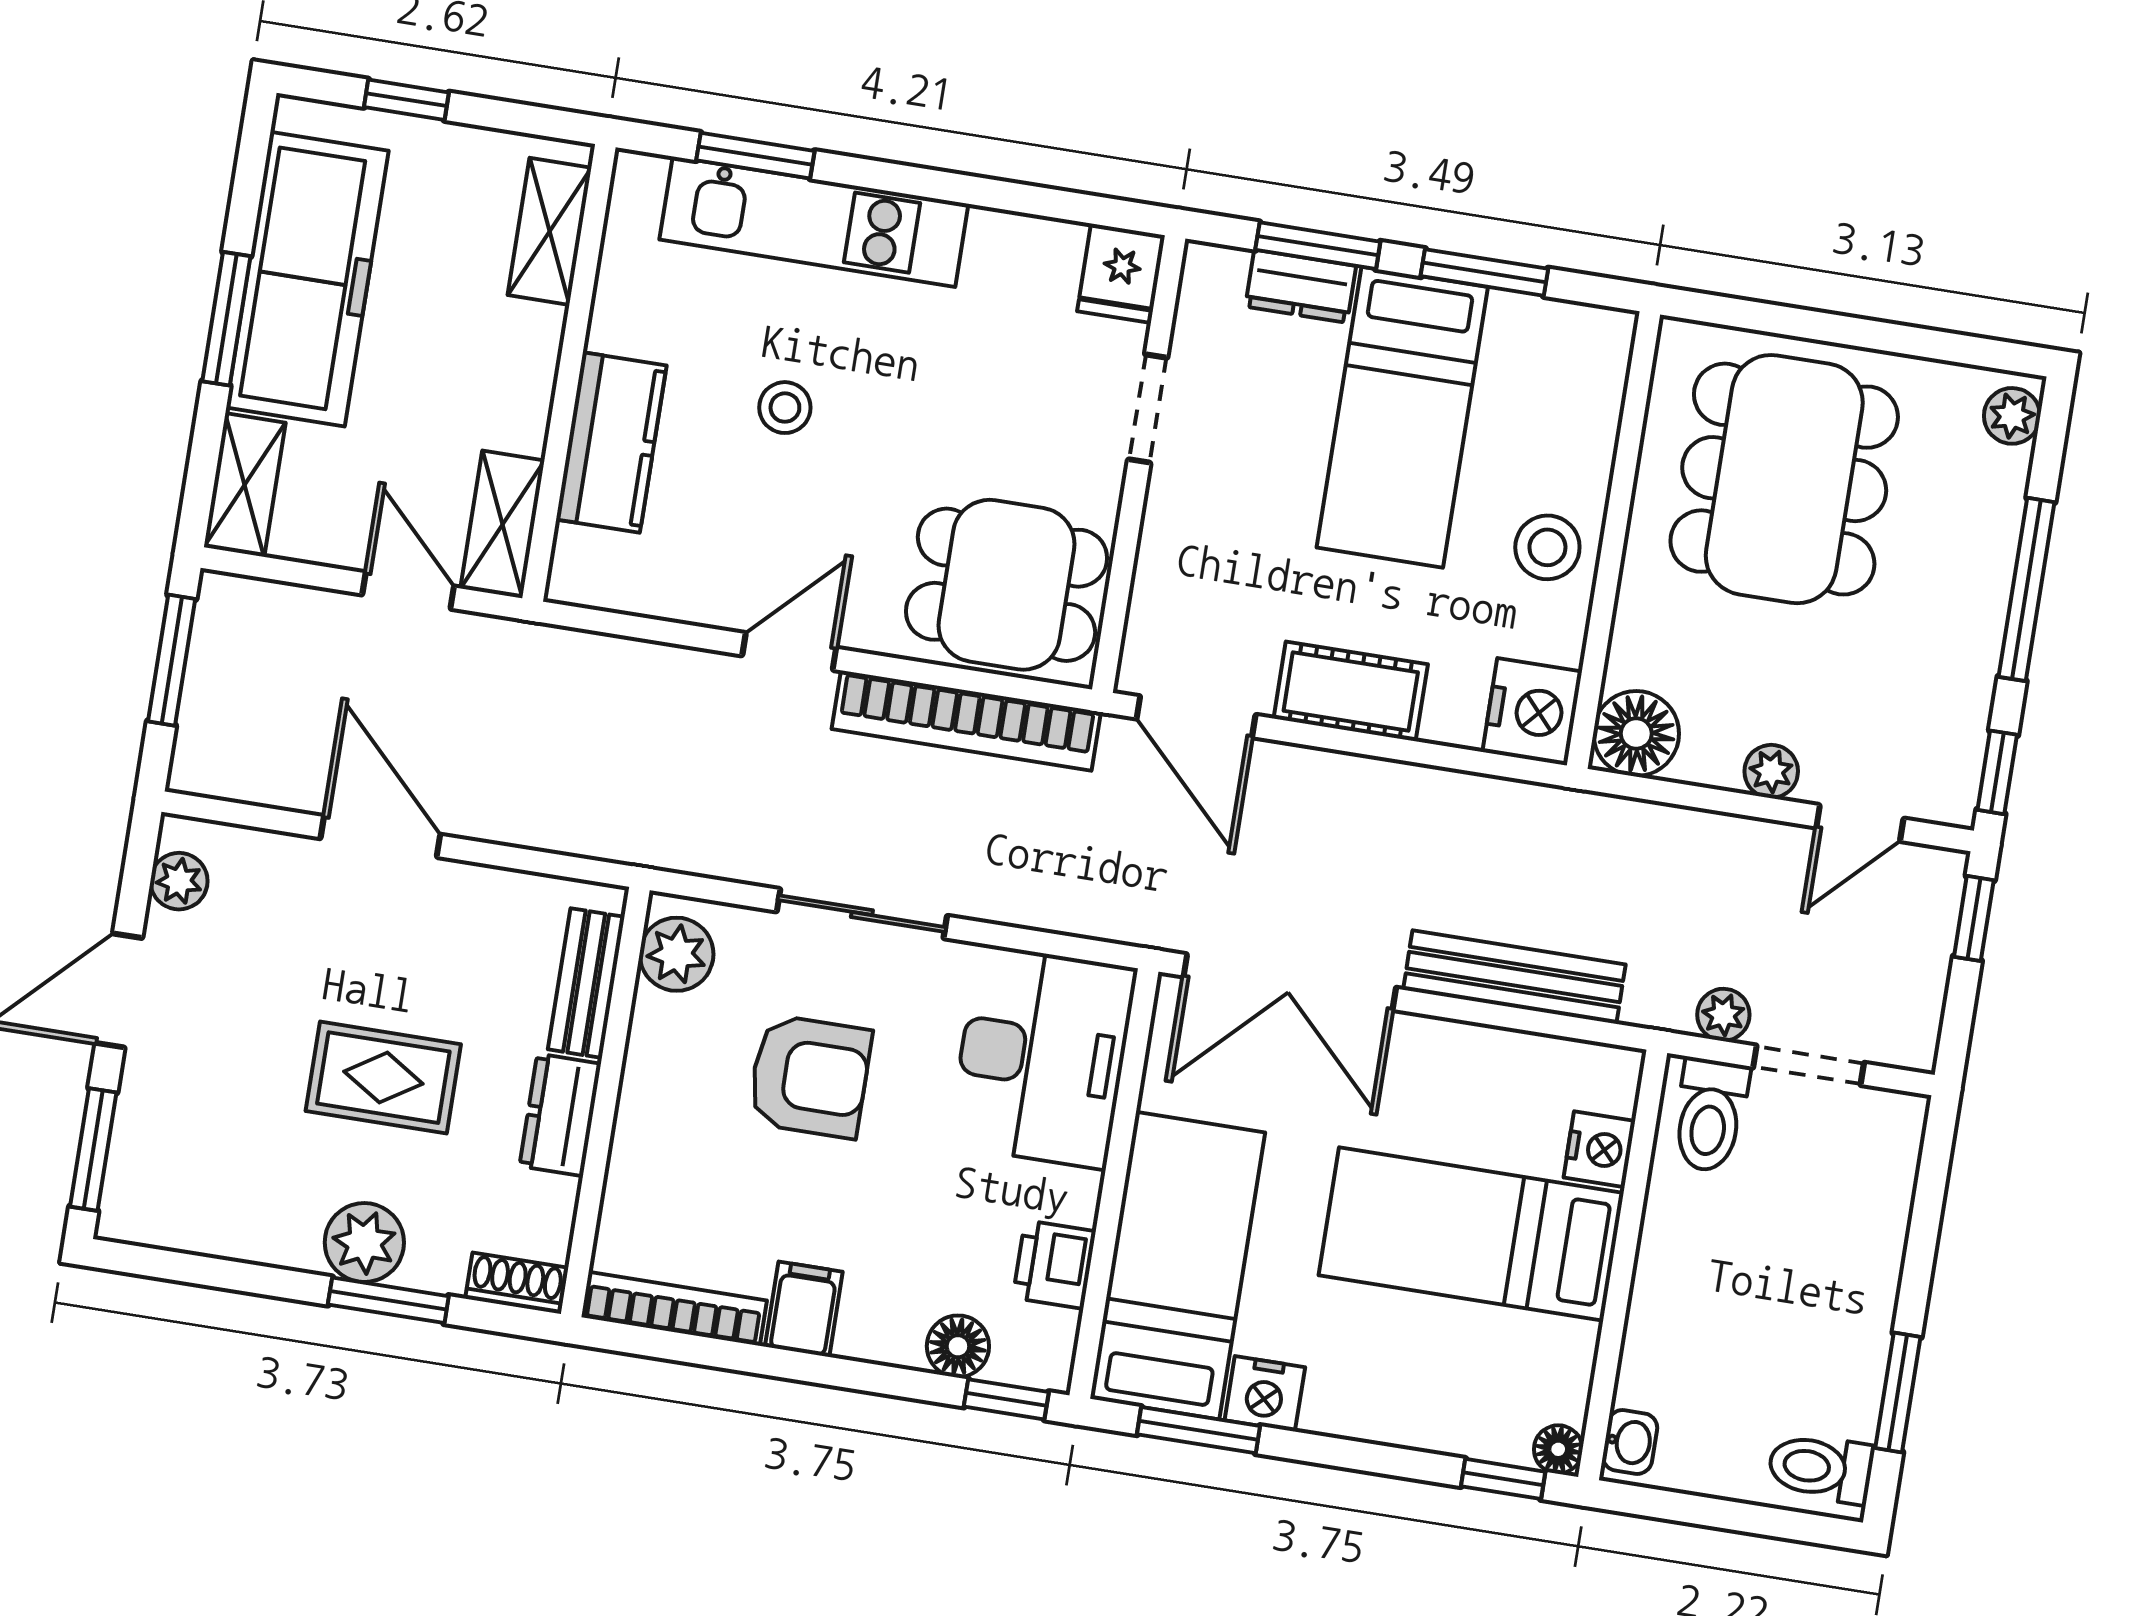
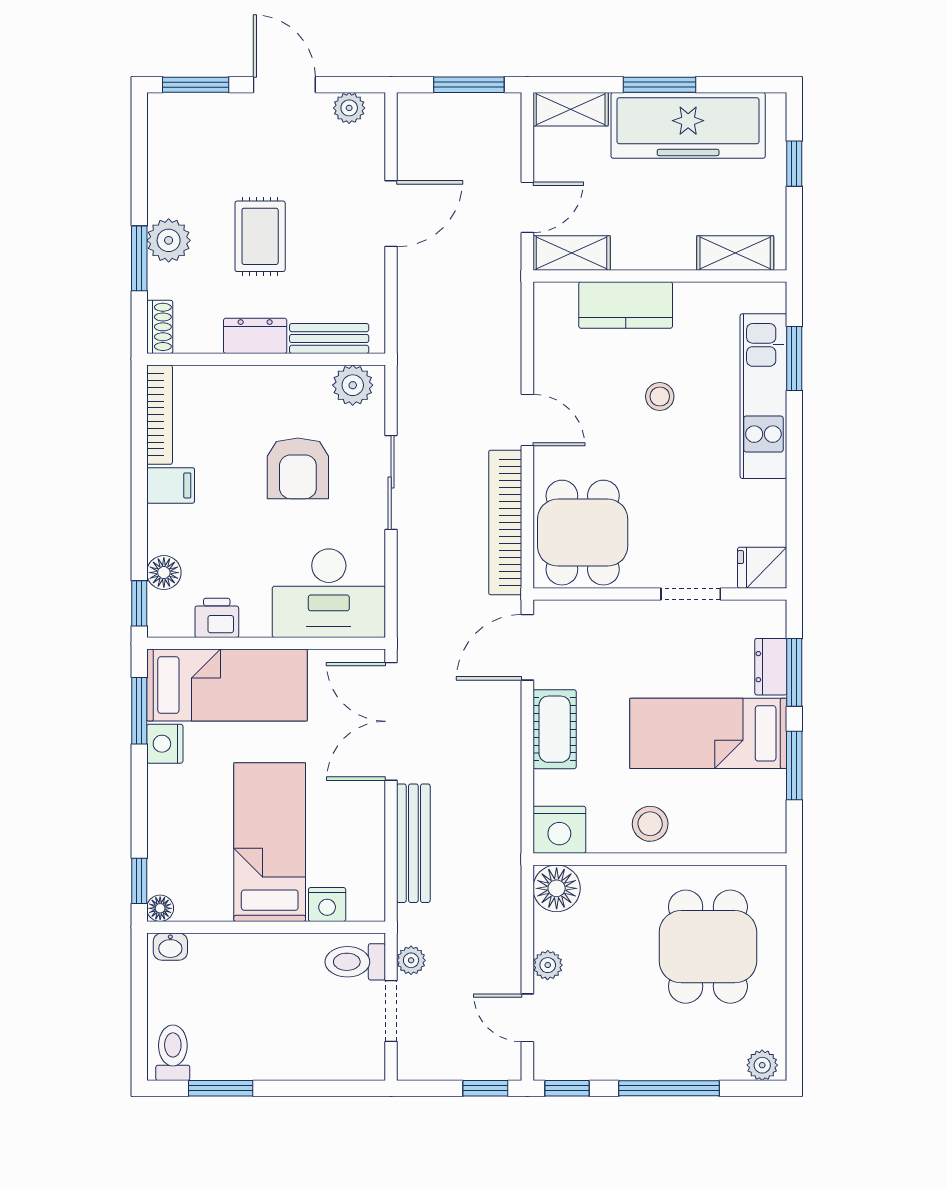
dining table: (1784, 479) -> (708, 947), width x0.73

